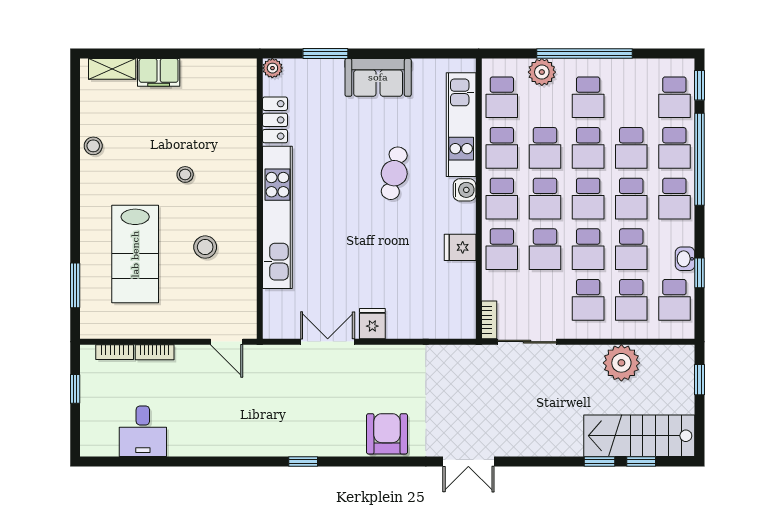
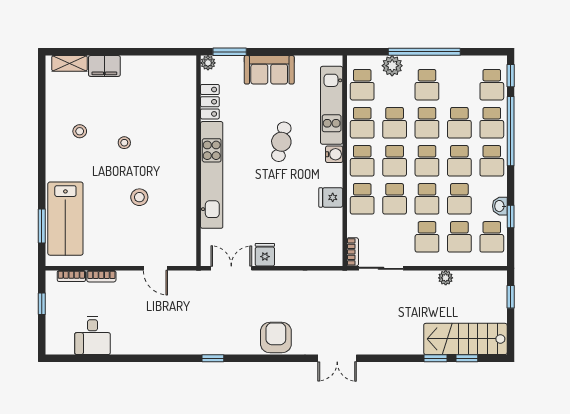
plant: (272, 68) -> (208, 63), moved
locker: (275, 120) -> (210, 102), moved
stool: (93, 146) -> (80, 131), moved
wall: (260, 199) -> (198, 161), moved
kitchen unit: (277, 217) -> (212, 175), moved
lab bench: (135, 254) -> (65, 219), moved
plant: (621, 363) -> (446, 278), width x0.53, depth x0.53

